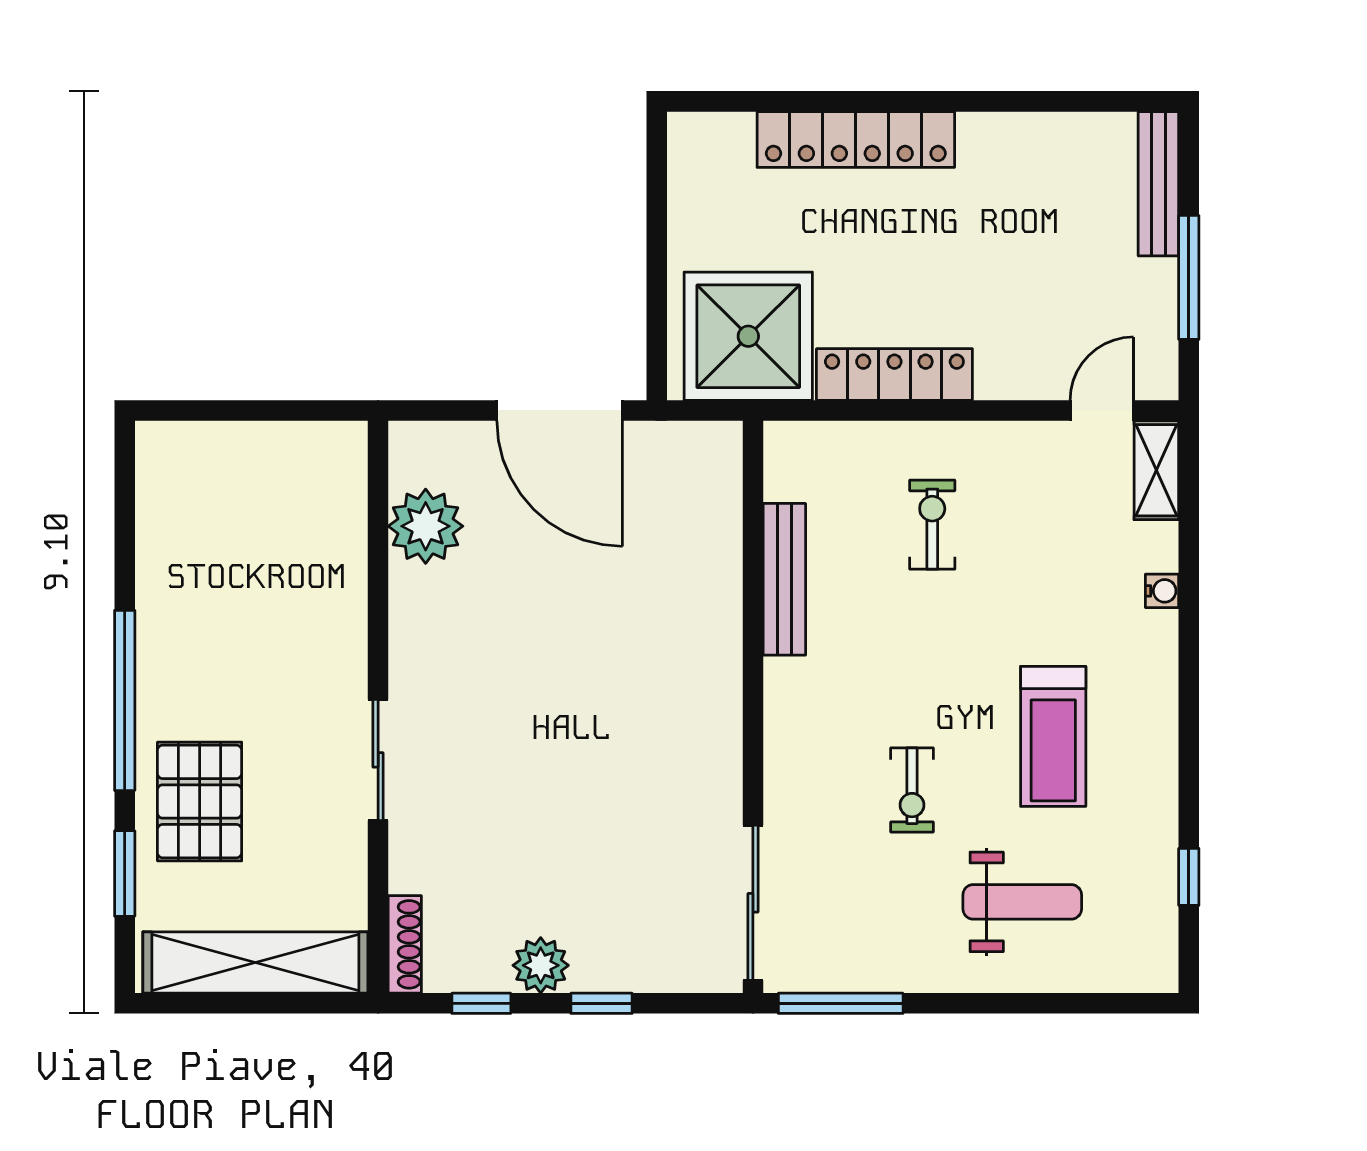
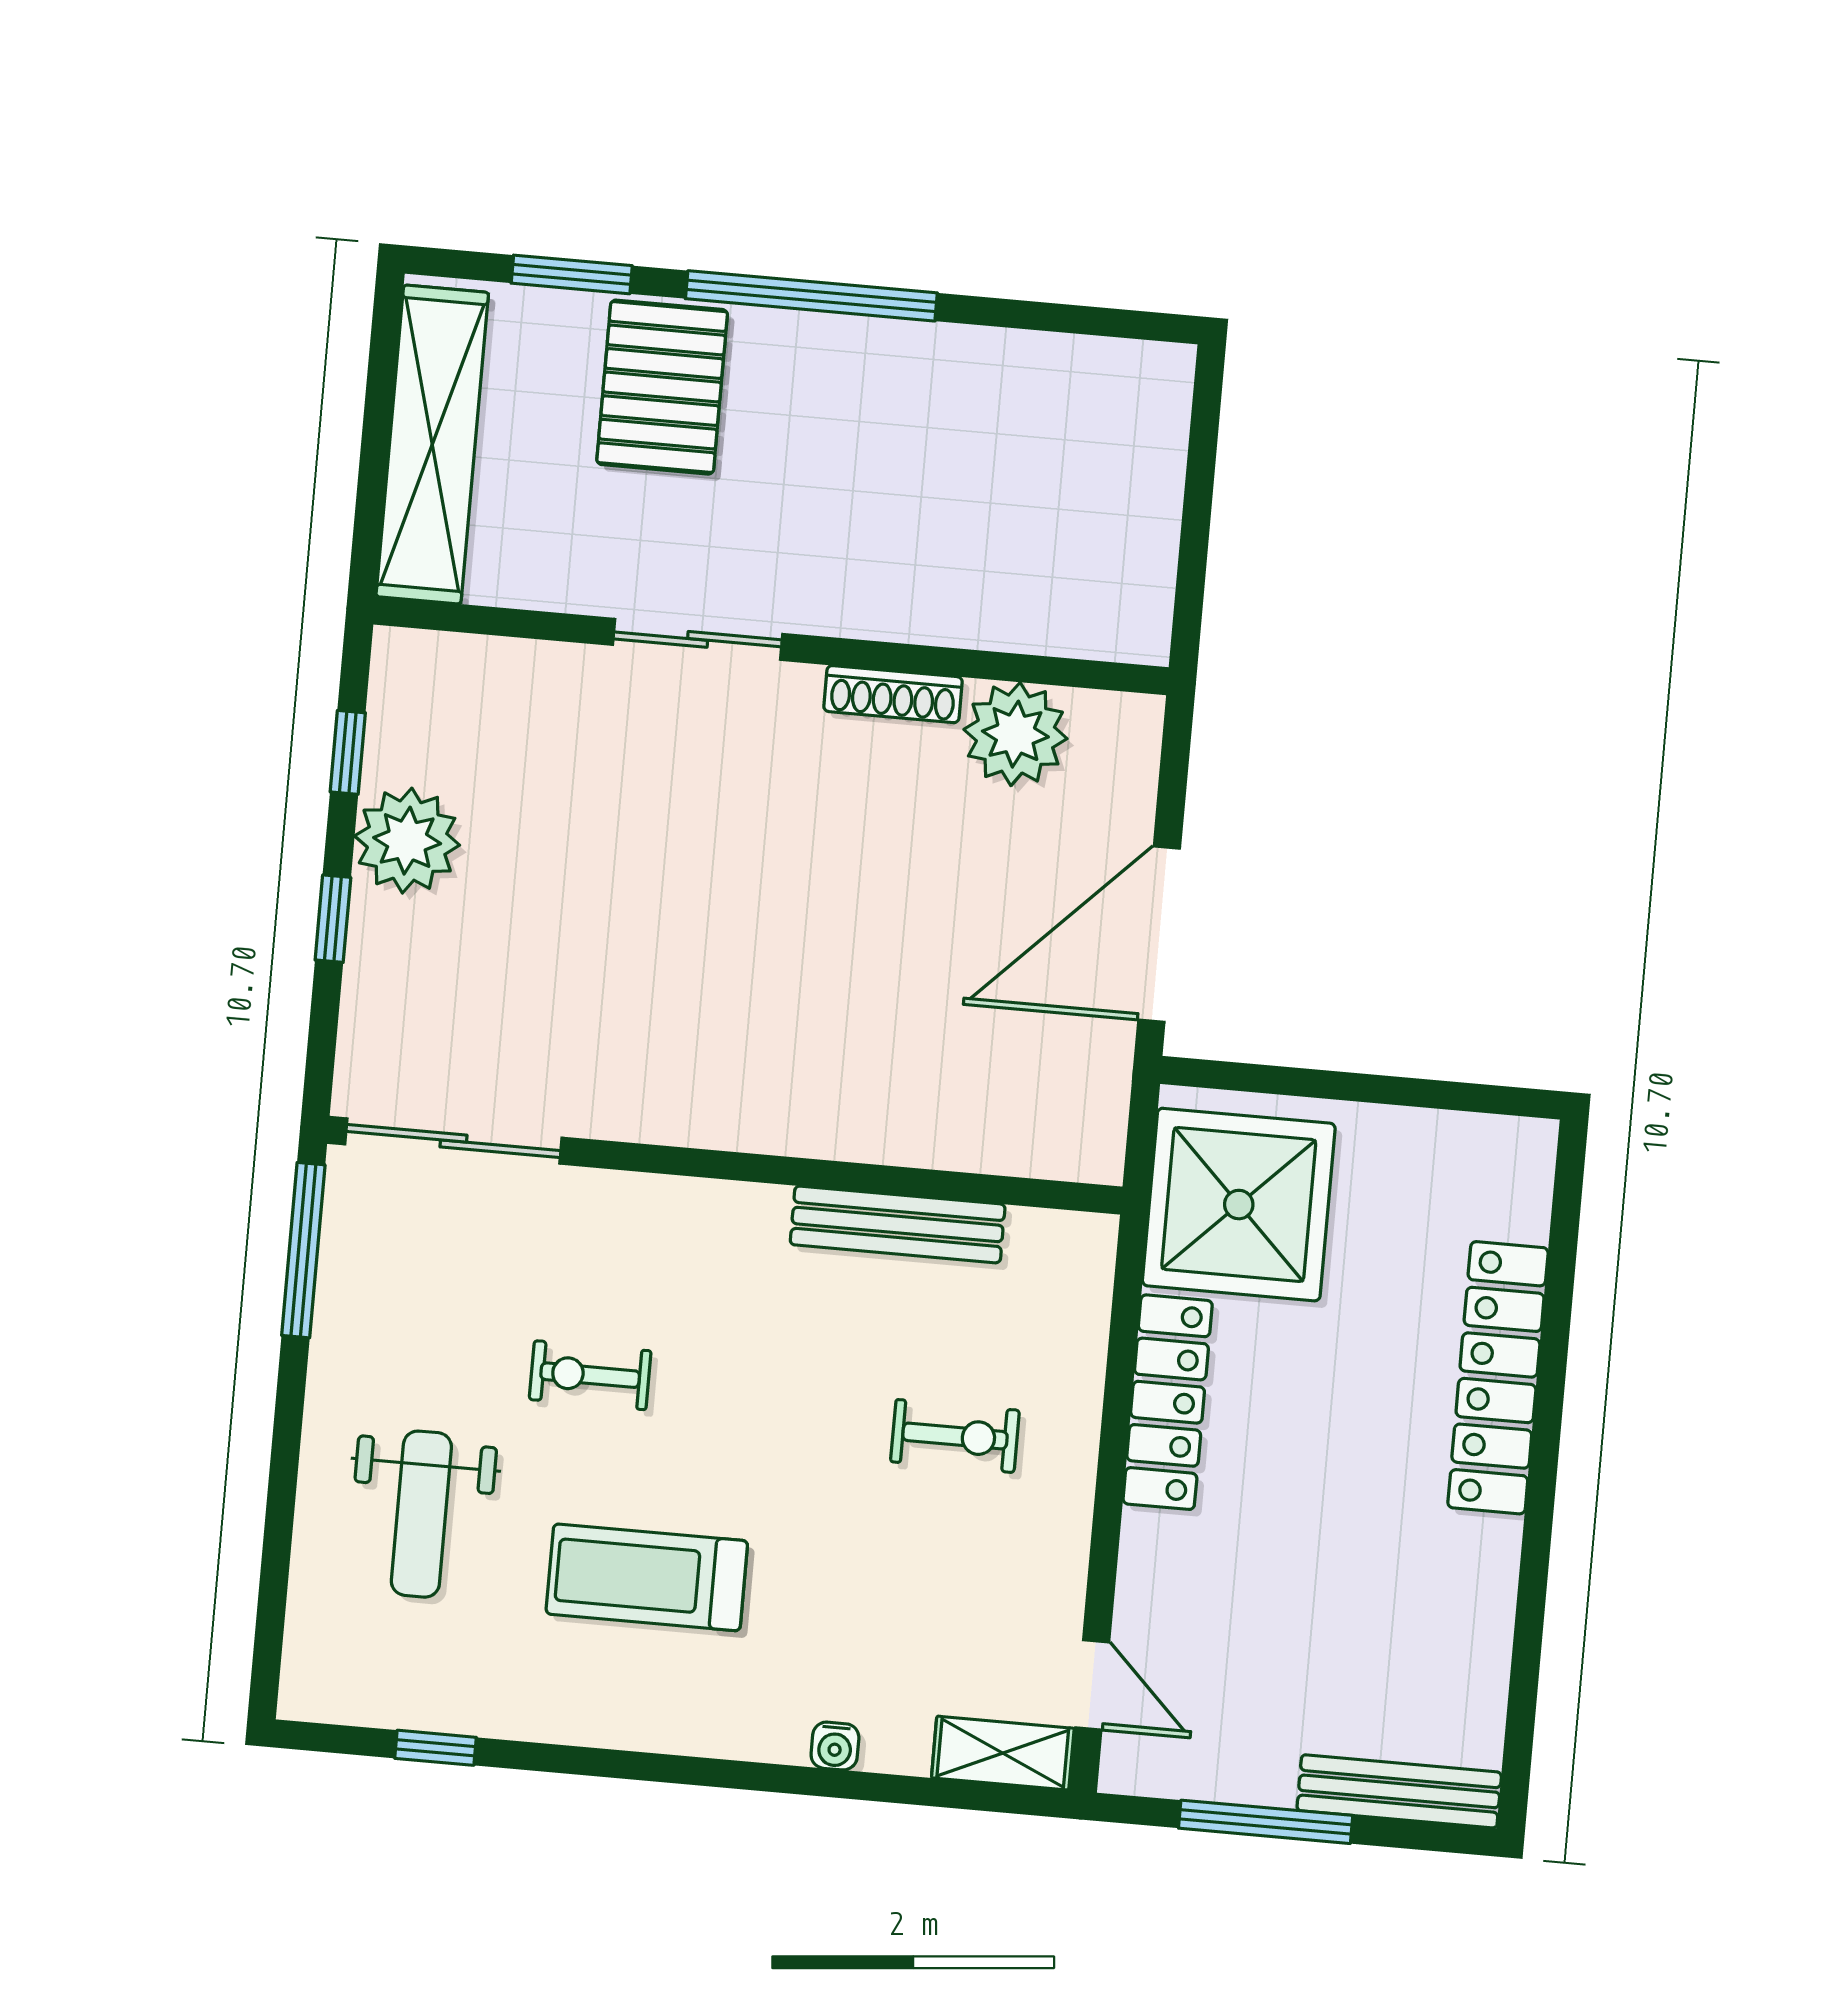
pallet: (200, 802) -> (662, 387), turned 90
shoe rack: (405, 944) -> (893, 694), moved
plant: (541, 965) -> (407, 841), width x1.36, depth x1.36

